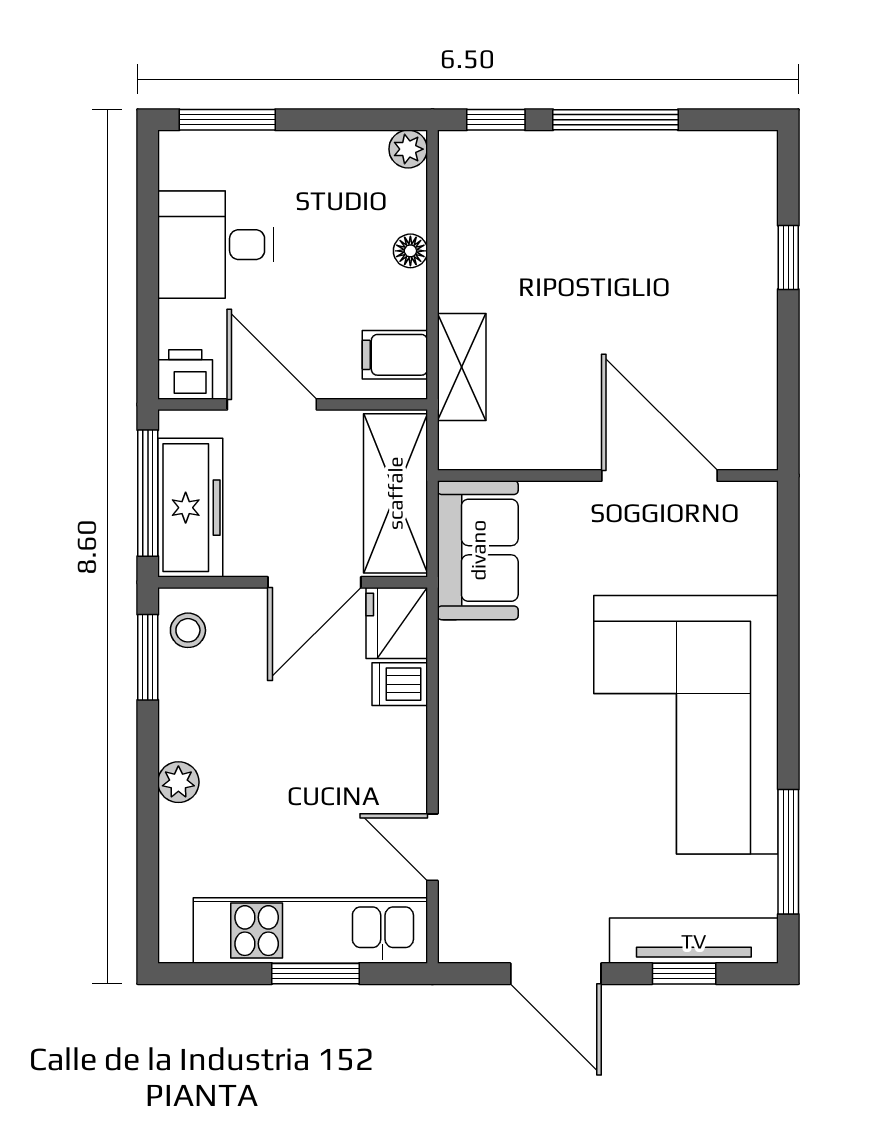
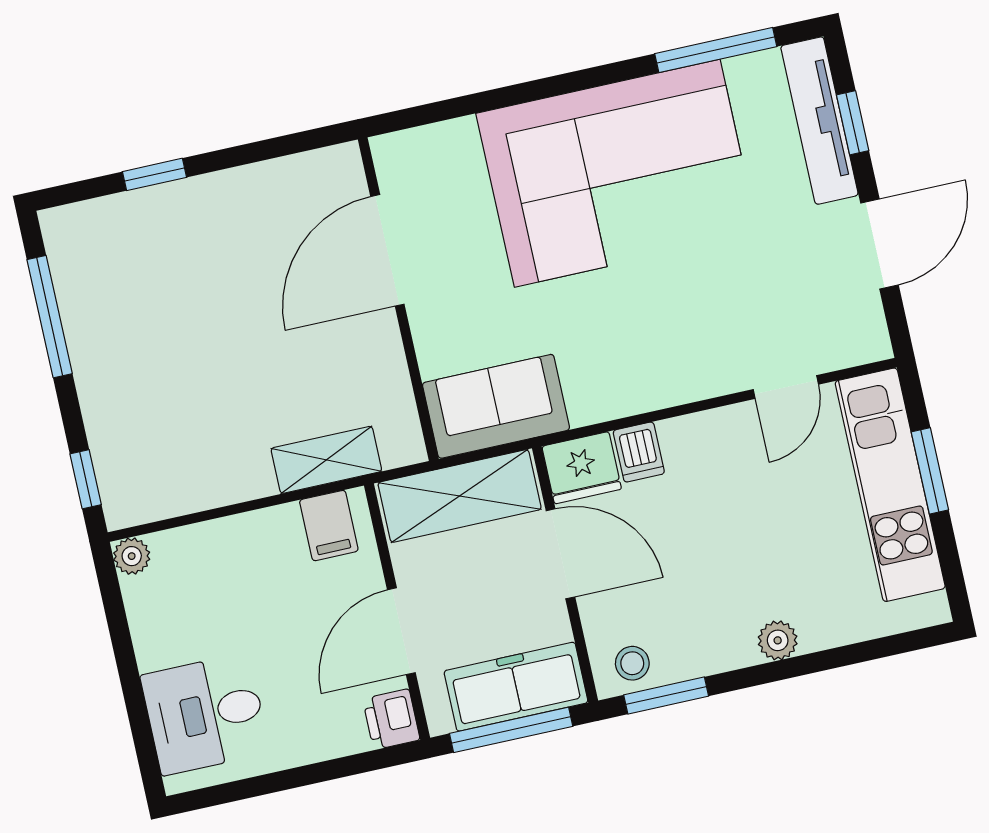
window: (227, 120) -> (142, 733), removed
window: (616, 120) -> (50, 317), moved
desk: (216, 245) -> (205, 714), moved, turned 90
floor lamp: (410, 251) -> (227, 533), removed

